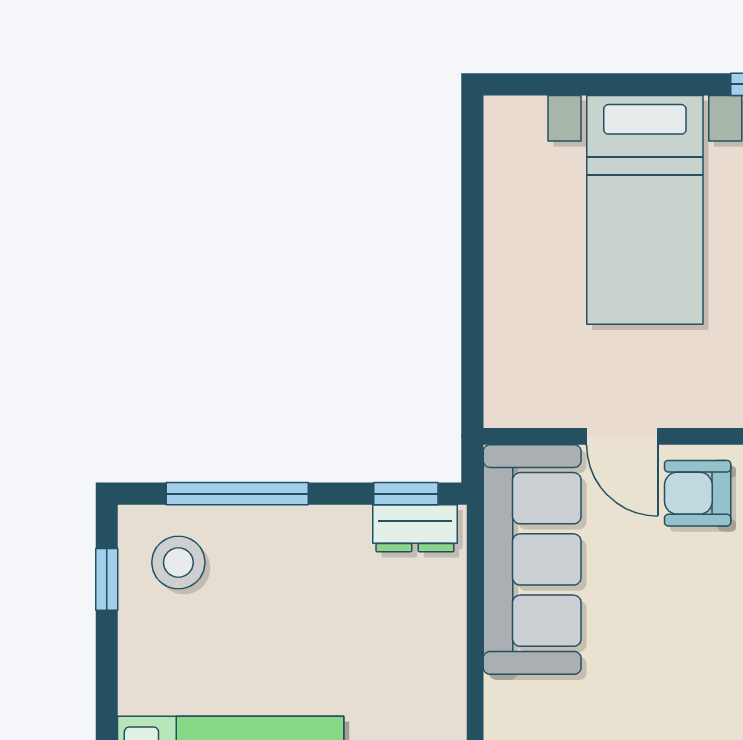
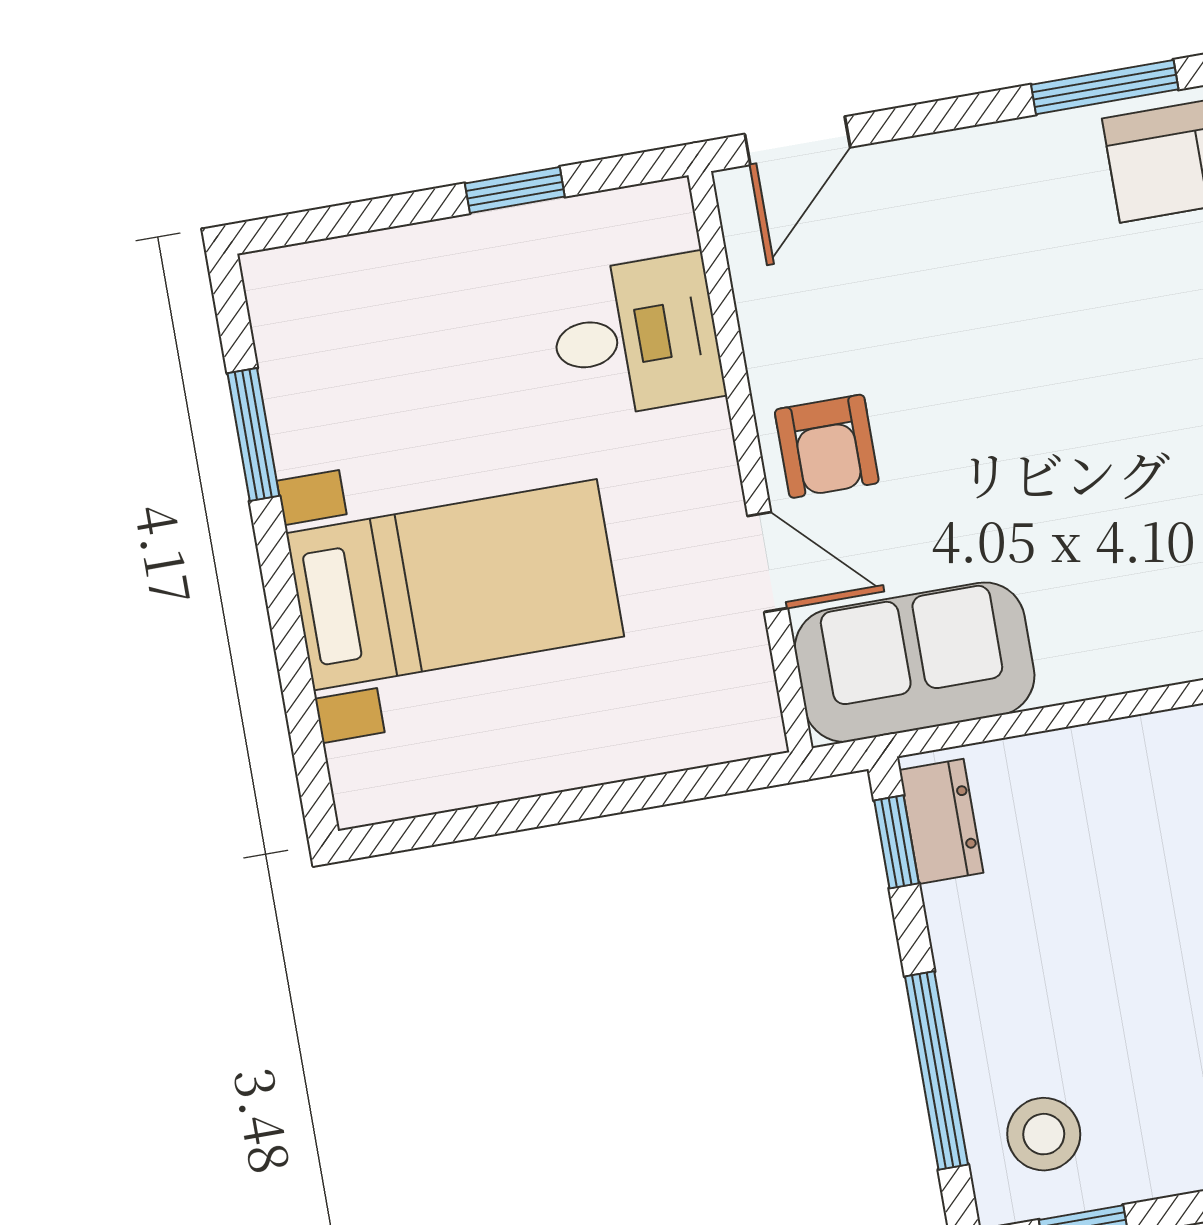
door: (622, 436) -> (768, 562), hinge flipped
sofa: (532, 559) -> (915, 662), width x0.73

